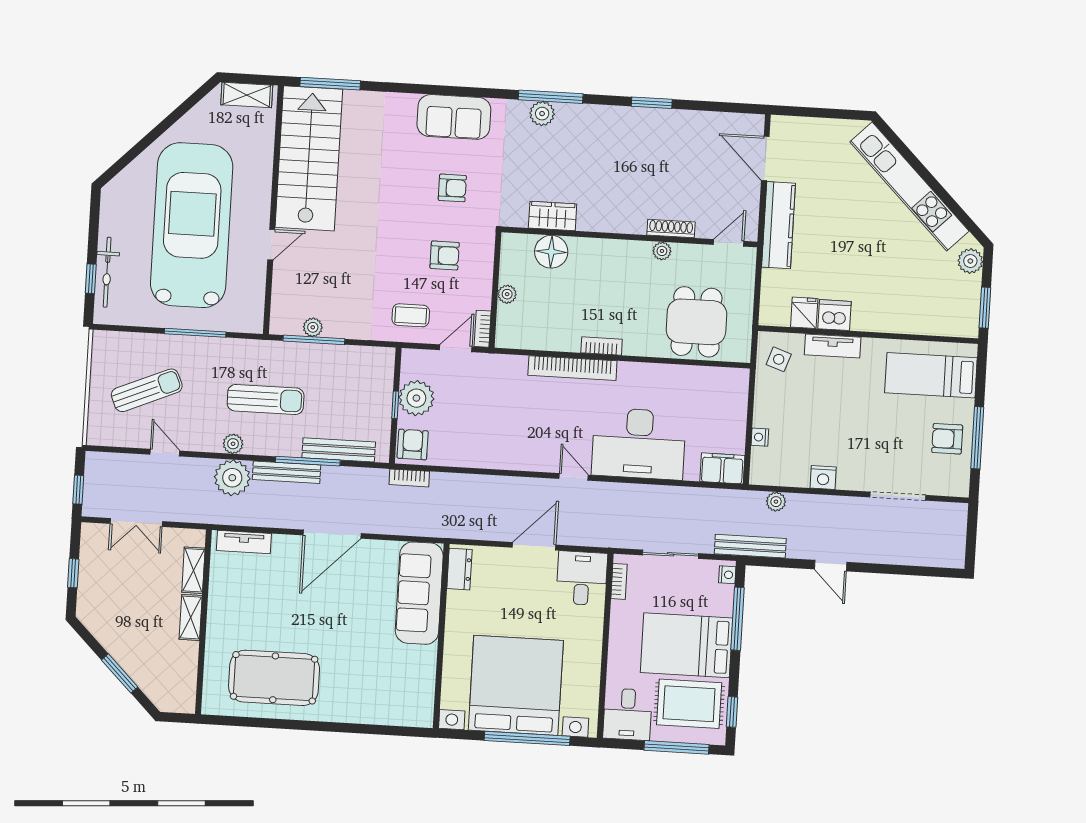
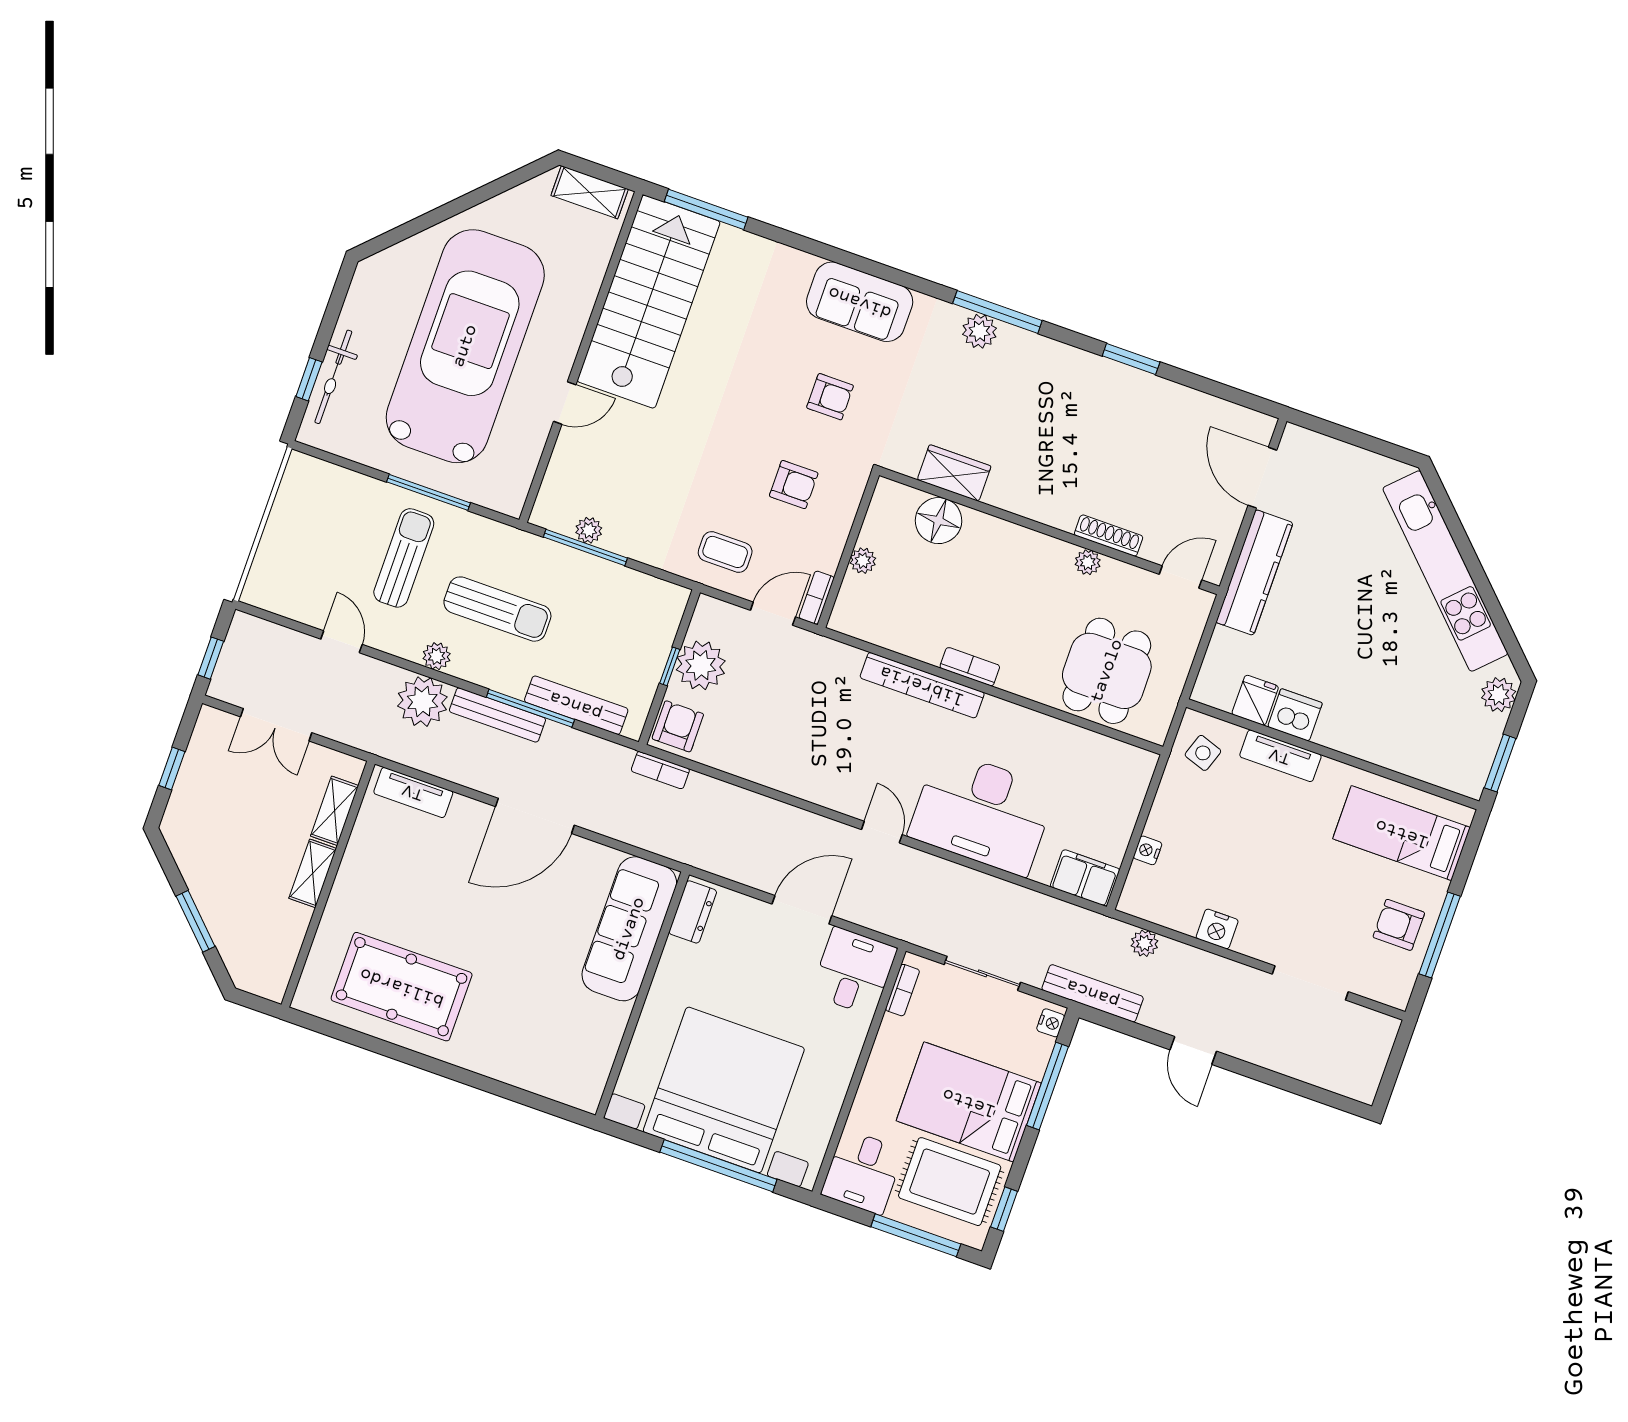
sun lounger: (147, 390) -> (404, 558), moved, turned -67

